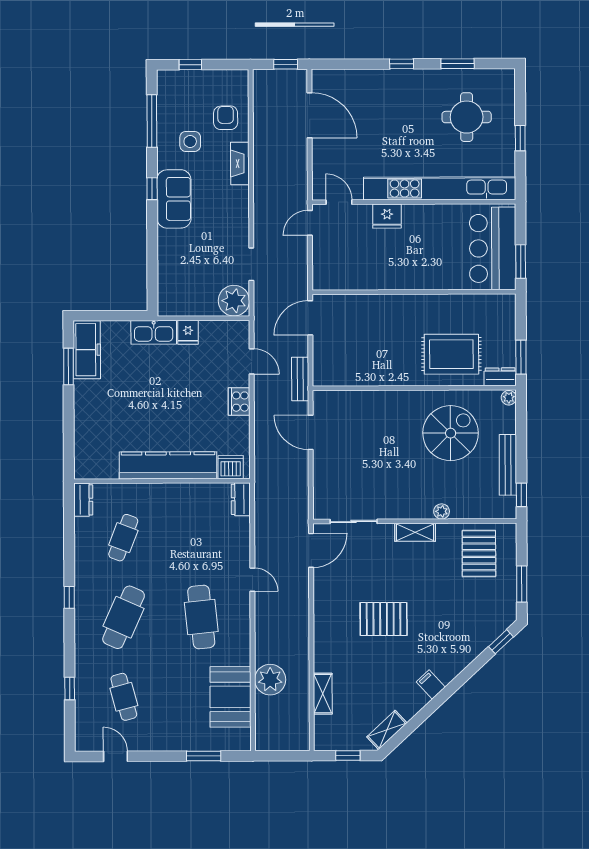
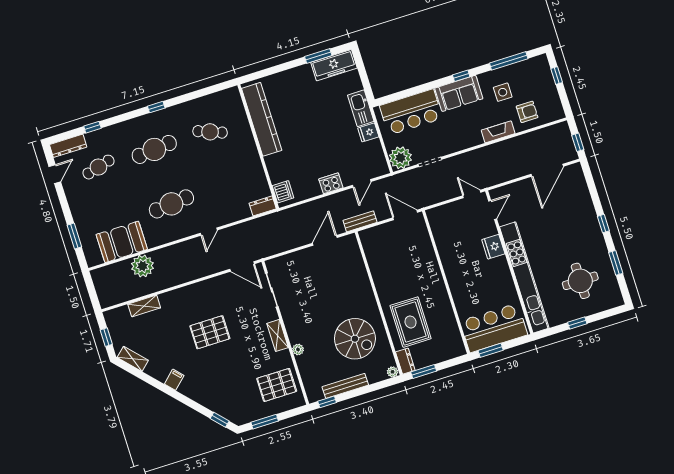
bar counter: (179, 269) -> (411, 112), added
kitchen counter: (168, 465) -> (262, 119), moved
dresser: (83, 500) -> (68, 146), moved, width x1.44
cafe table: (124, 617) -> (154, 149), turned -30
pallet: (384, 619) -> (210, 332), turned 90

